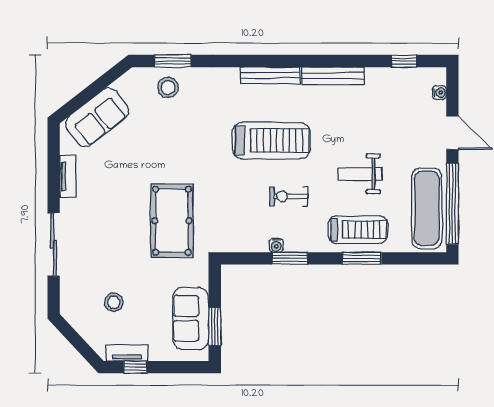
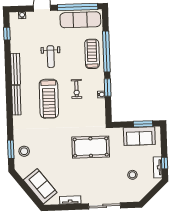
treadmill: (271, 140) -> (49, 99), turned 180
weight bench: (360, 174) -> (51, 57), moved
window: (362, 258) -> (106, 52), width x2.11

